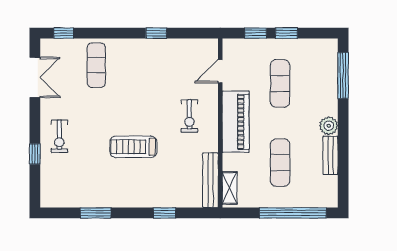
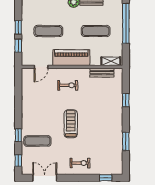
window: (156, 33) -> (18, 135), moved
door: (220, 71) -> (41, 67), hinge flipped
treadmill: (133, 147) -> (71, 124), moved, turned 180
window: (35, 154) -> (106, 178), moved
bench: (210, 180) -> (102, 73), width x0.73

